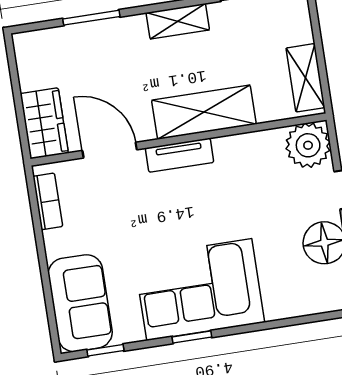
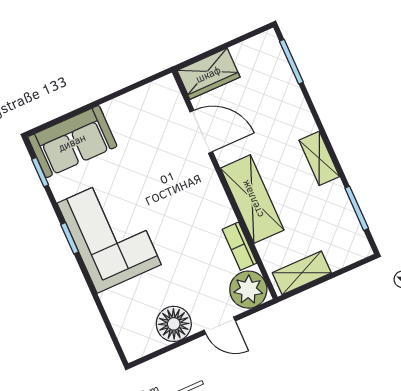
window: (91, 18) -> (291, 62), moved
door: (110, 150) -> (201, 132), hinge flipped
tv unit: (180, 155) -> (212, 189), removed
bookcase: (48, 201) -> (239, 246), moved, turned 90

